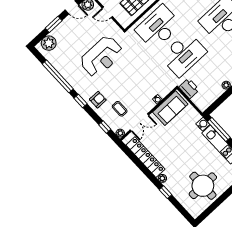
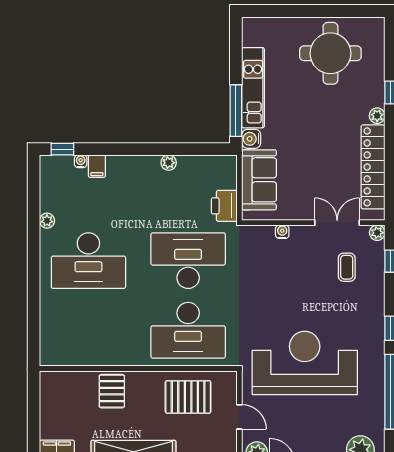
reception desk: (101, 57) -> (305, 363), width x1.36, depth x1.30
armchair: (98, 100) -> (365, 308), removed
sofa: (170, 108) -> (259, 180), moved, turned 90

